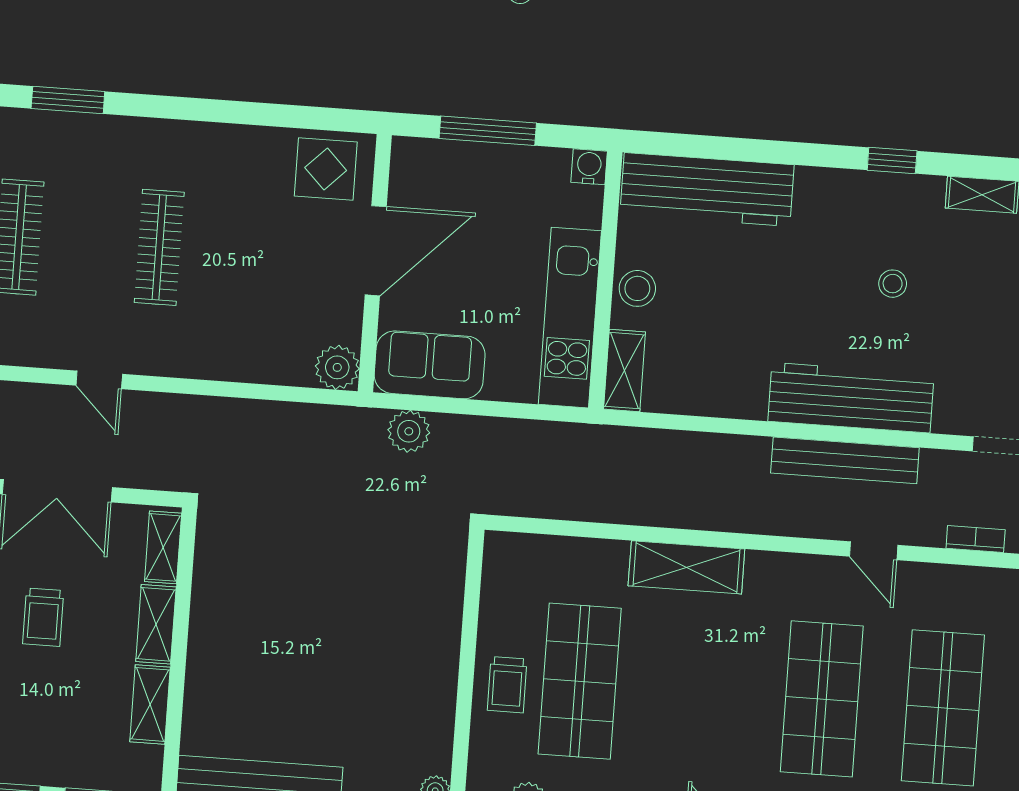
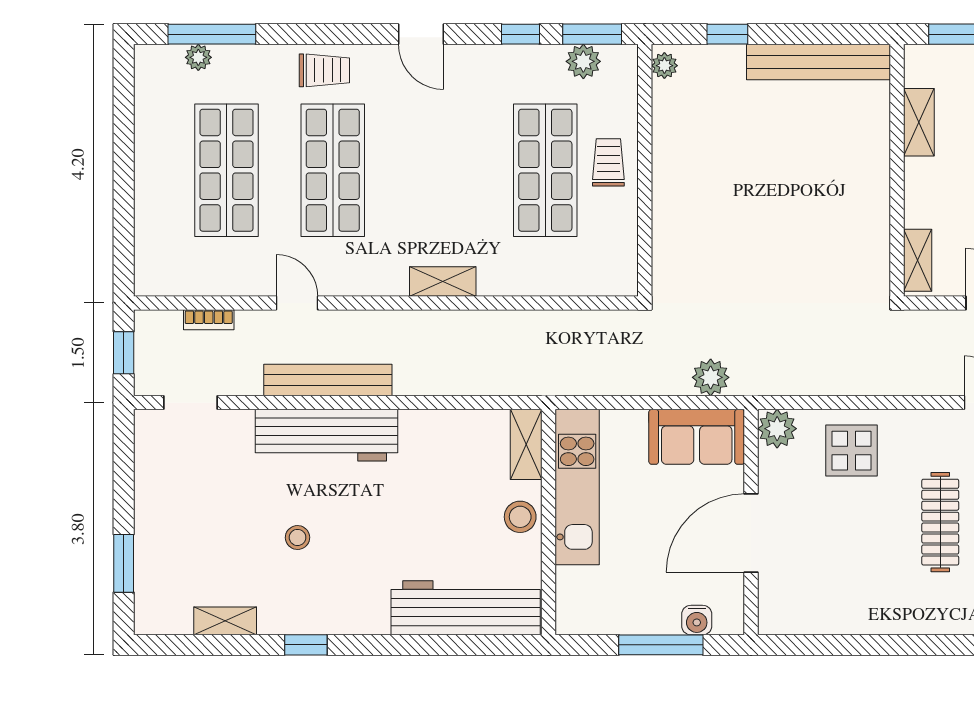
water cooler: (589, 167) -> (697, 620), moved
display table: (326, 169) -> (851, 451), moved
shelving: (686, 567) -> (443, 281), width x0.67, depth x0.75
shelving: (156, 624) -> (919, 193), removed

